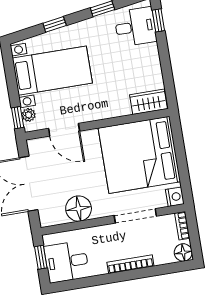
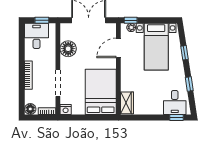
bed: (139, 155) -> (101, 92), width x0.73

